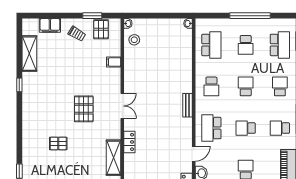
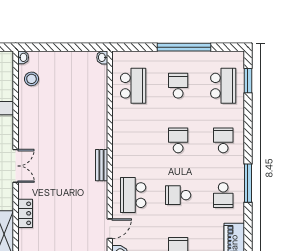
school desk: (246, 45) -> (178, 86), turned 180
school desk: (211, 86) -> (133, 140), removed
school desk: (280, 128) -> (223, 195), turned -90

